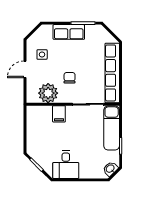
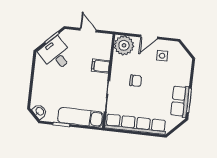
row of seats: (69, 32) -> (180, 101), moved
door: (25, 69) -> (149, 37), swing flipped
plant: (48, 93) -> (124, 45), moved
door: (25, 130) -> (88, 30), added
desk: (66, 165) -> (56, 54), moved, turned 45

